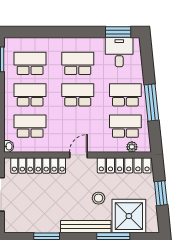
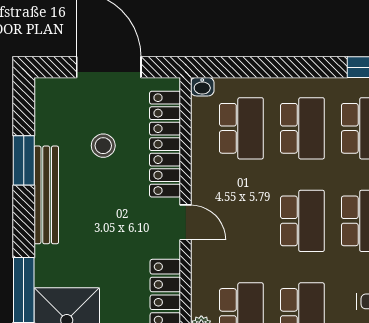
stool: (98, 198) -> (103, 146), moved
bench: (86, 227) -> (46, 195), moved

